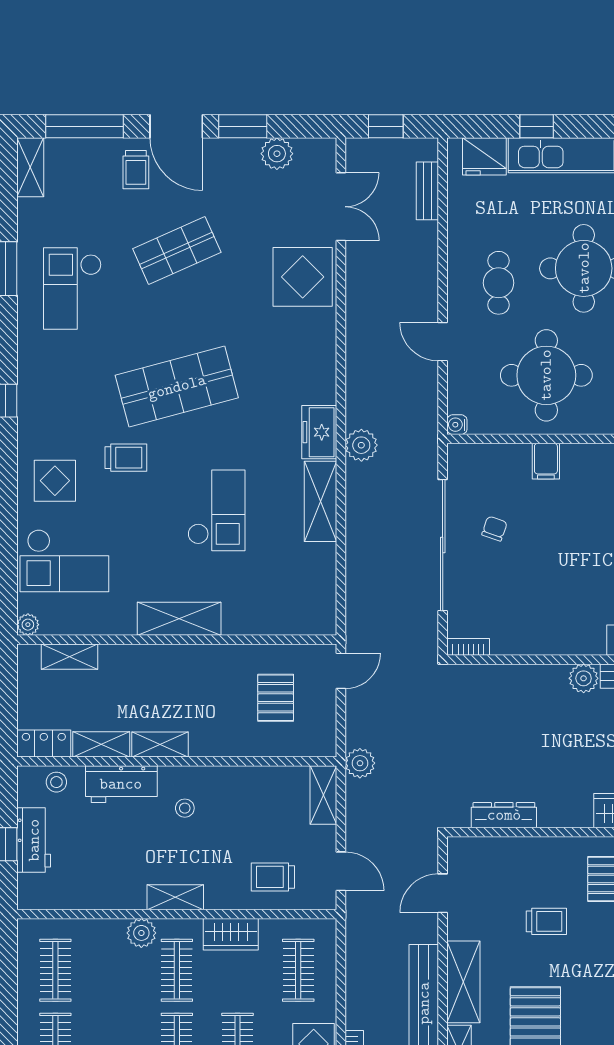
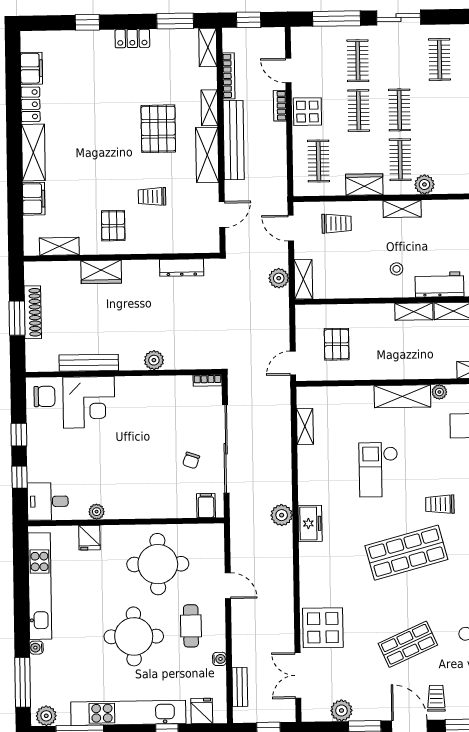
fridge: (484, 156) -> (202, 711), width x0.72
water cooler: (457, 425) -> (219, 659), moved
filing cabinet: (546, 461) -> (206, 506), moved
shelving: (321, 501) -> (305, 426), moved, width x0.67, depth x0.75
plant: (124, 624) -> (439, 392), added
plant: (584, 678) -> (154, 360), moved
plant: (360, 763) -> (279, 278), moved

